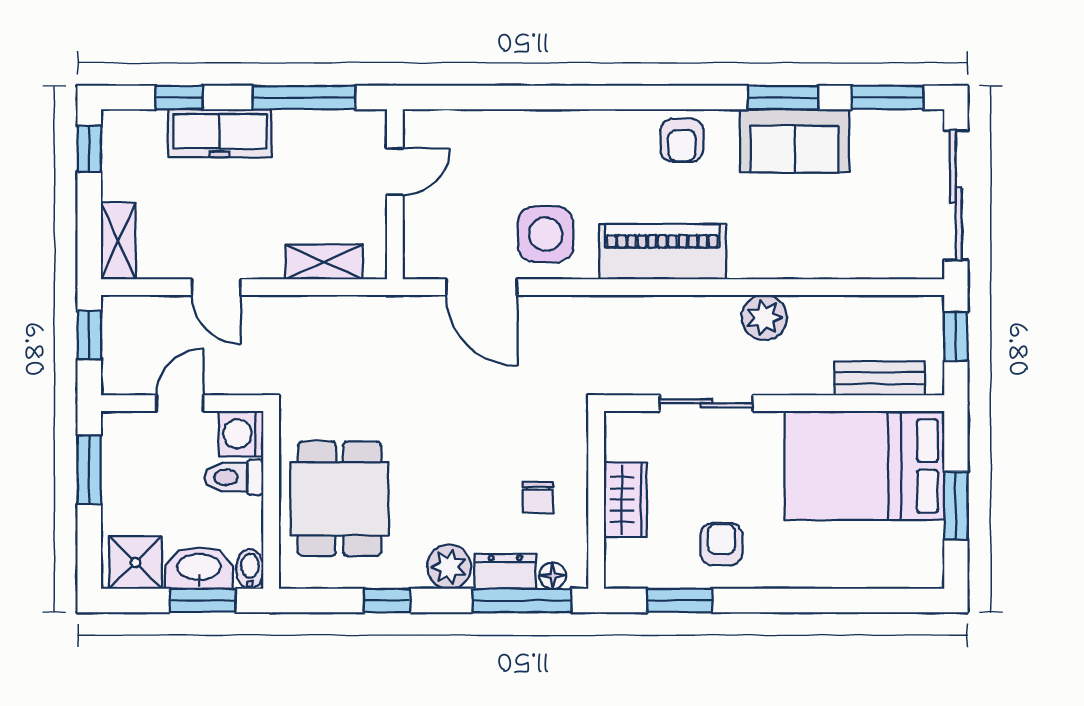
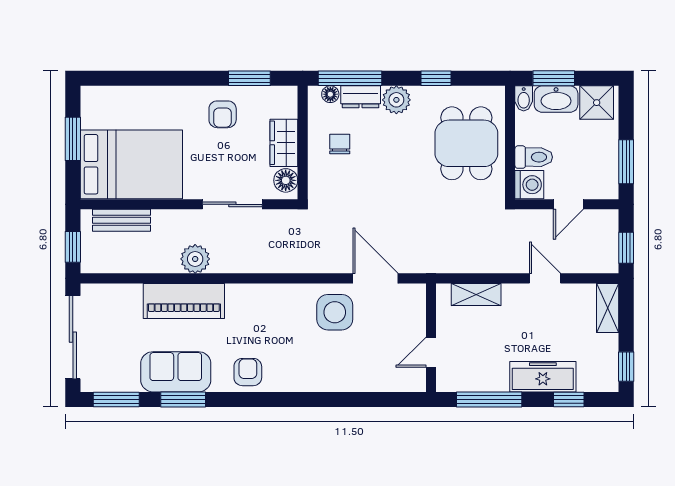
piano: (662, 252) -> (184, 301), moved
floor lamp: (622, 441) -> (286, 180), added

